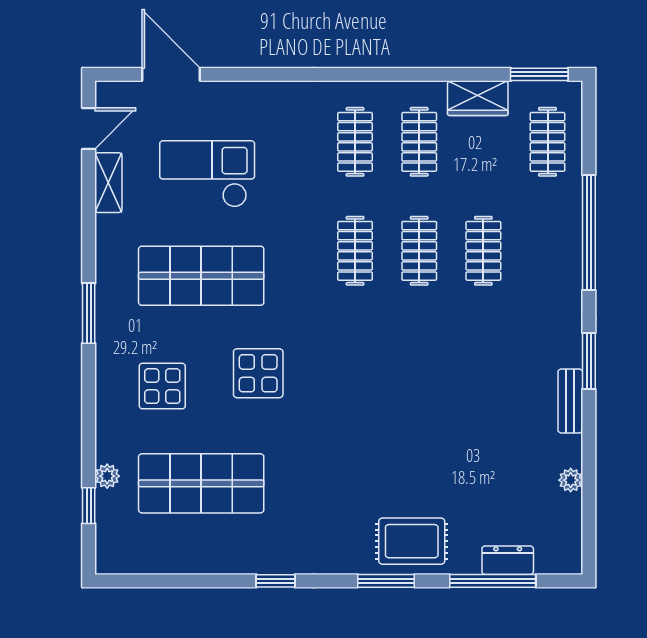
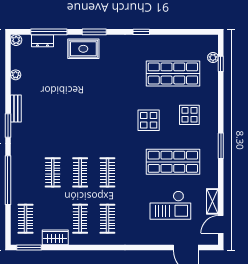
plant: (107, 476) -> (213, 58), moved
plant: (570, 562) -> (16, 40), added

